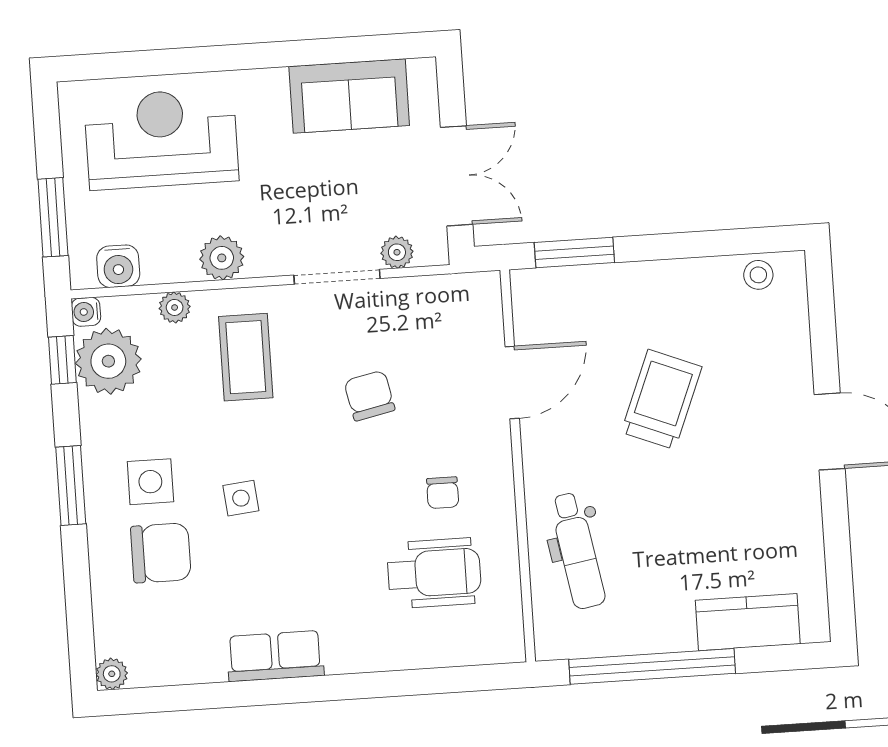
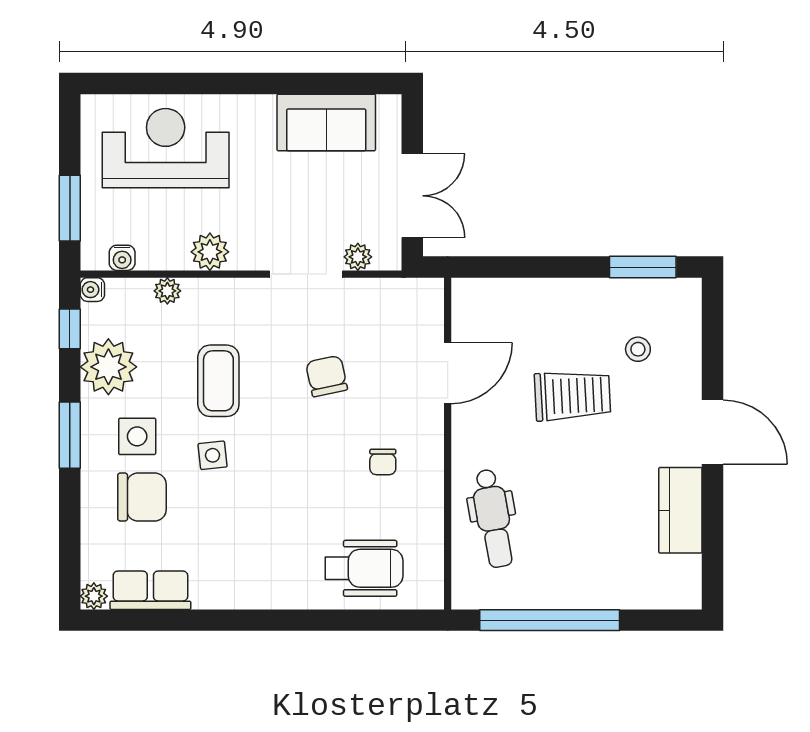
window: (574, 253) -> (643, 267), moved
water cooler: (118, 266) -> (122, 258), width x0.72, depth x0.72
stool: (758, 275) -> (638, 349), moved
coffee table: (246, 357) -> (218, 381), moved
plant: (108, 361) -> (108, 367), moved
trolley: (661, 399) -> (572, 396), turned 65
wheelchair: (434, 573) -> (364, 568), moved
kitchen counter: (748, 622) -> (680, 510), moved, turned -90
row of seats: (275, 656) -> (150, 590), moved

